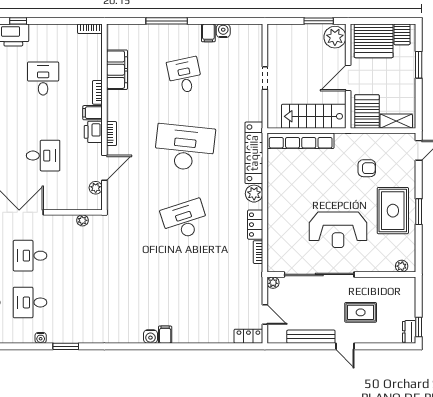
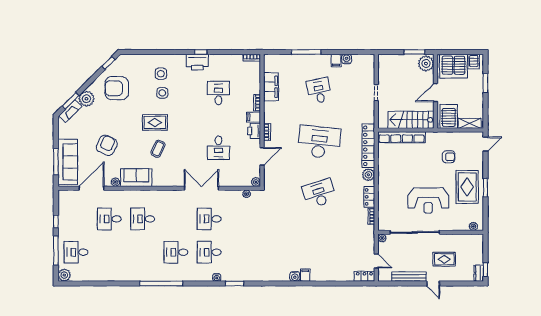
desk: (43, 156) -> (218, 148), turned 90
plant: (96, 188) -> (256, 182), moved

